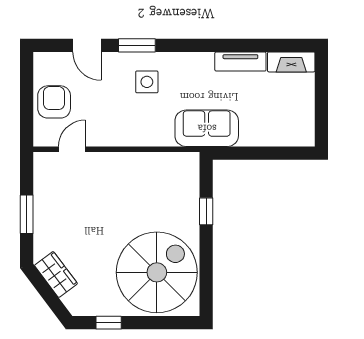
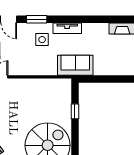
tv unit: (240, 62) -> (67, 28), moved

